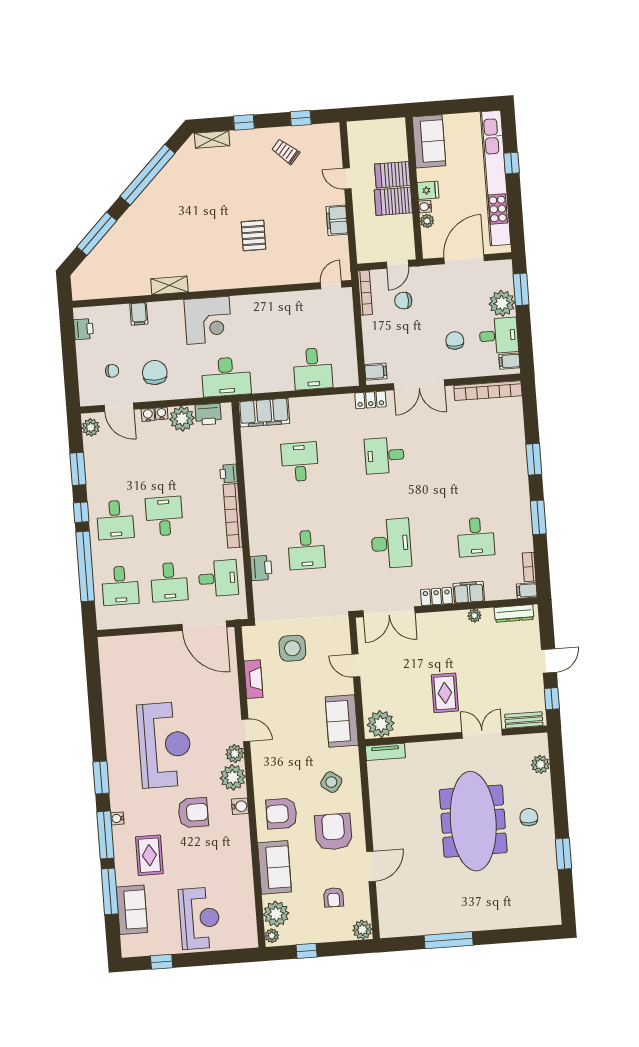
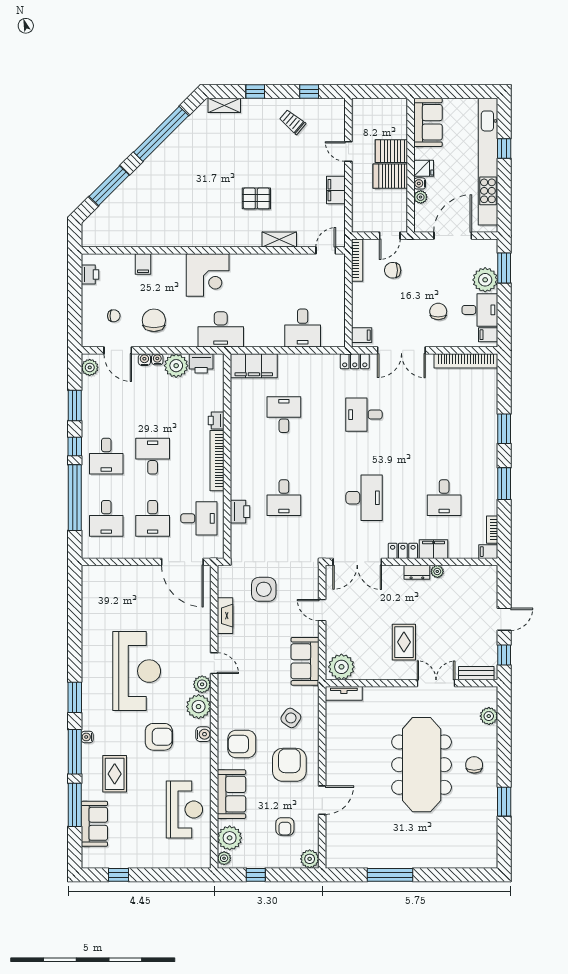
pallet: (253, 235) -> (256, 198), turned 90
shelving: (169, 285) -> (279, 239), moved
dresser: (514, 613) -> (417, 572), moved, width x0.70
reception desk: (199, 918) -> (184, 810), moved

